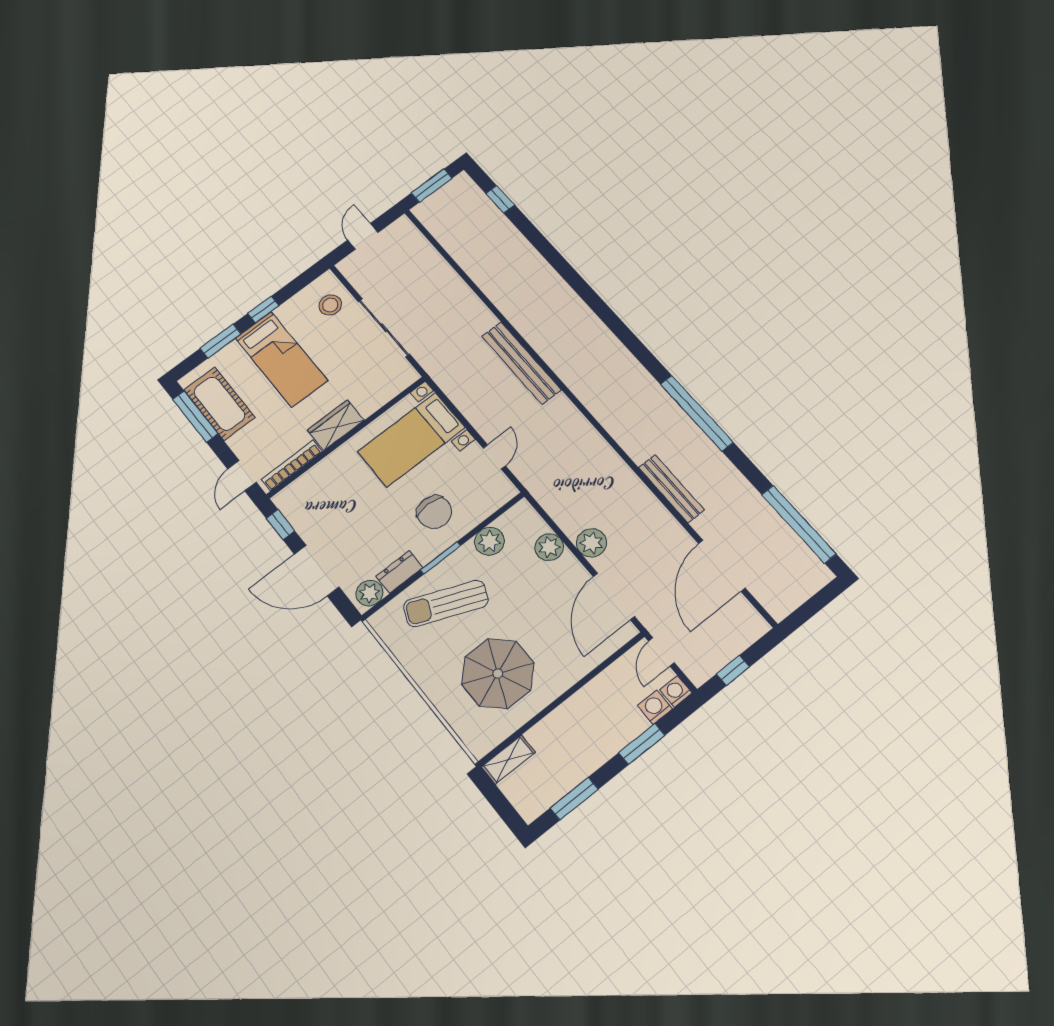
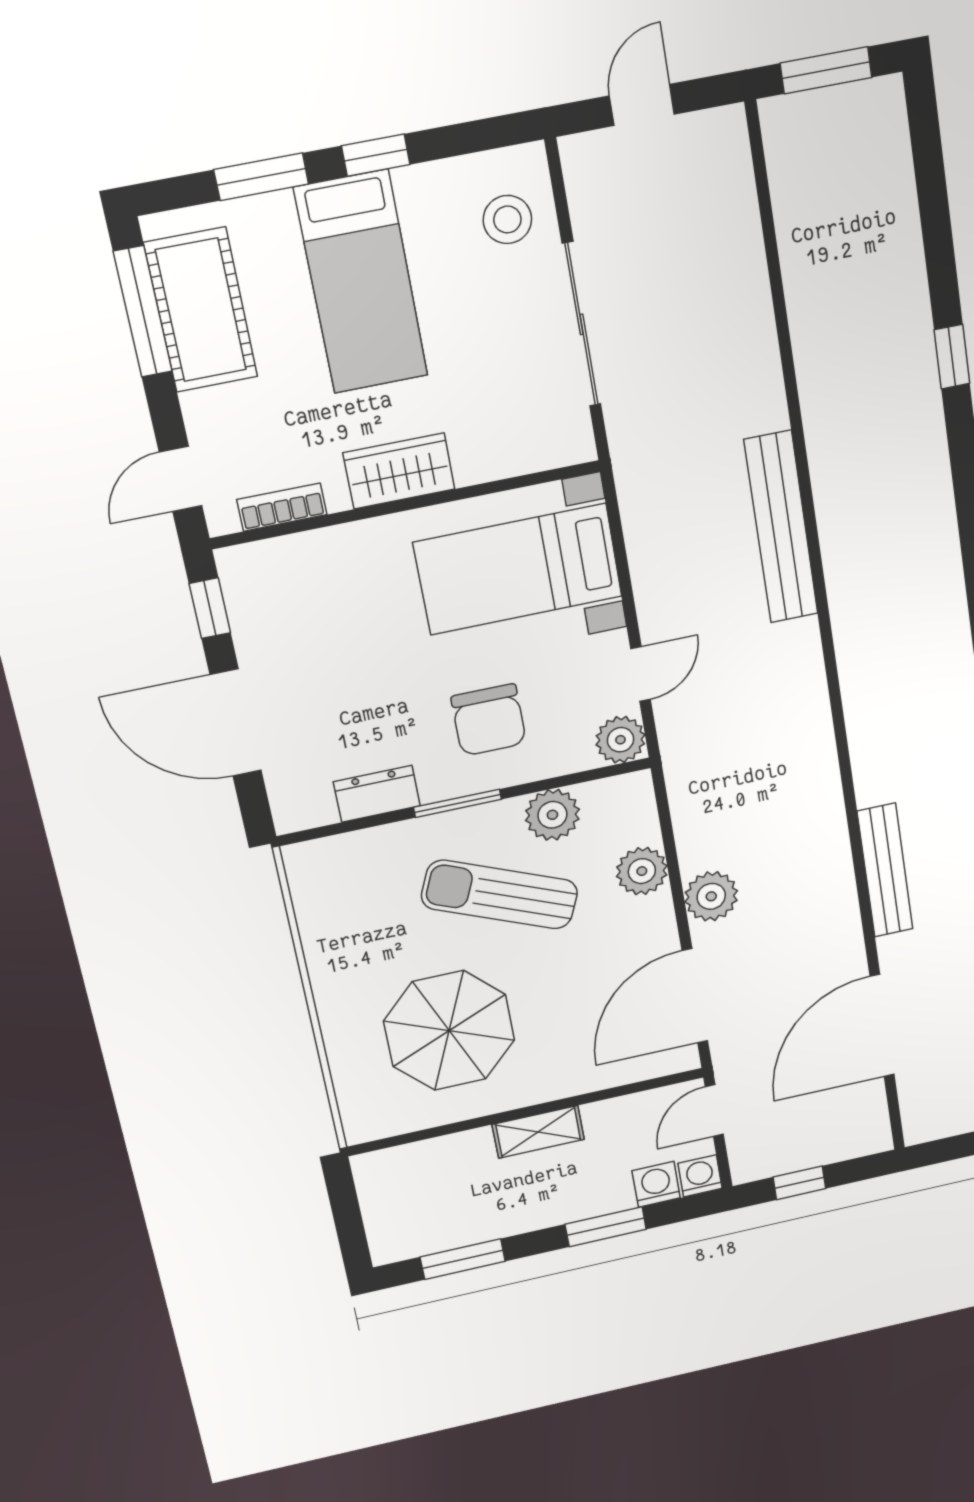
window: (500, 199) -> (952, 357), moved
bookcase: (292, 466) -> (282, 507), width x0.64
plant: (370, 593) -> (620, 740), moved
sun lounger: (446, 604) -> (500, 895), moved
shelving: (508, 760) -> (538, 1132), moved

